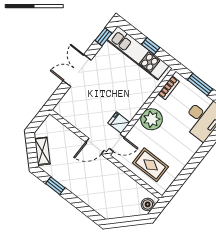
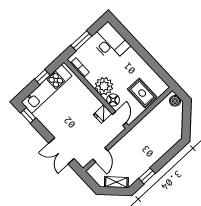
double door: (77, 70) -> (61, 151), moved
floor lamp: (137, 132) -> (113, 100), added
door: (95, 146) -> (100, 155), moved
rug: (151, 165) -> (142, 93), turned 90

